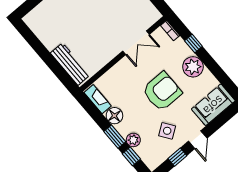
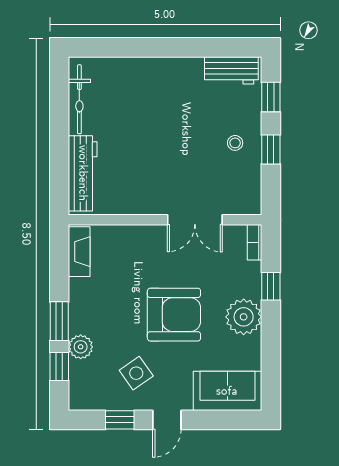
bicycle: (42, 33) -> (79, 99), added
floor lamp: (114, 116) -> (83, 293), removed

